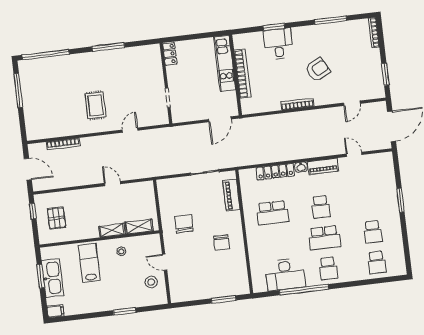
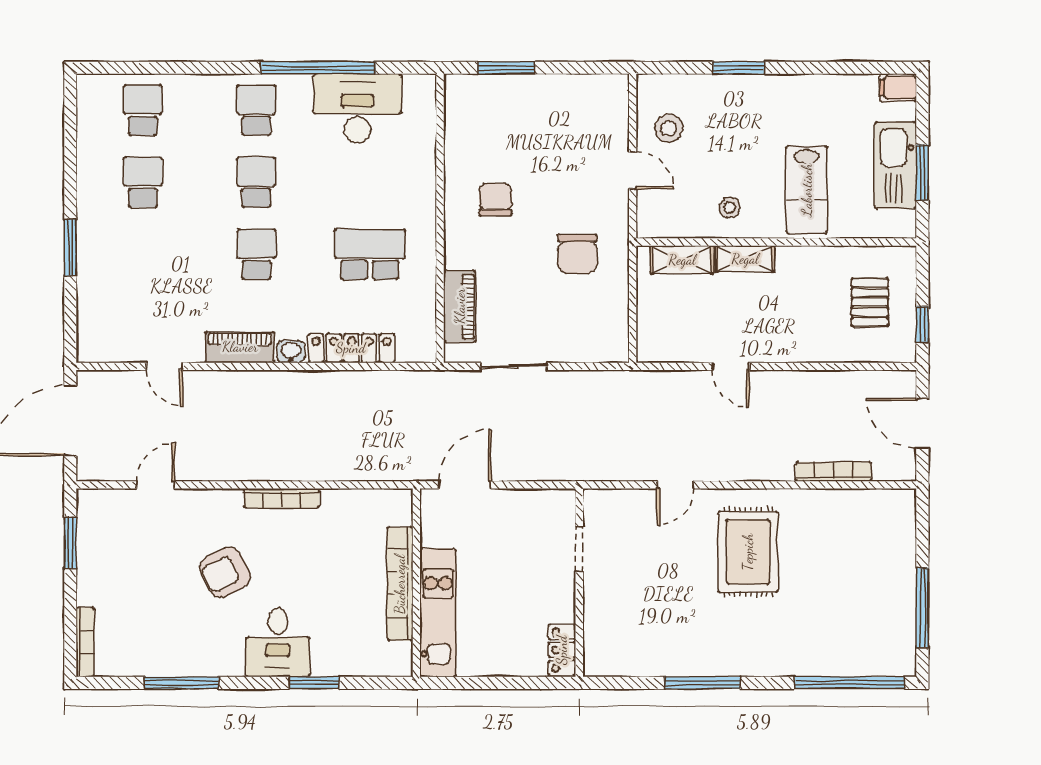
desk: (278, 44) -> (278, 643), moved
rug: (96, 105) -> (748, 552), width x1.36, depth x1.43
school desk: (324, 238) -> (256, 182), width x0.54

